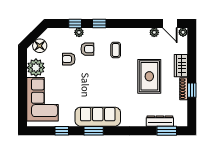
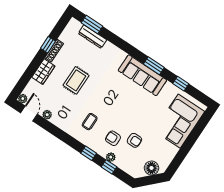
plant: (36, 68) -> (167, 152), removed
rug: (149, 76) -> (76, 80), width x0.73, depth x0.70

